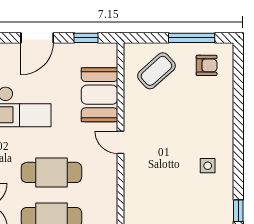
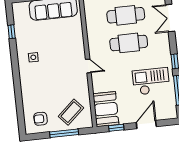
window: (192, 38) -> (64, 133), moved
booth: (100, 95) -> (106, 109), moved

